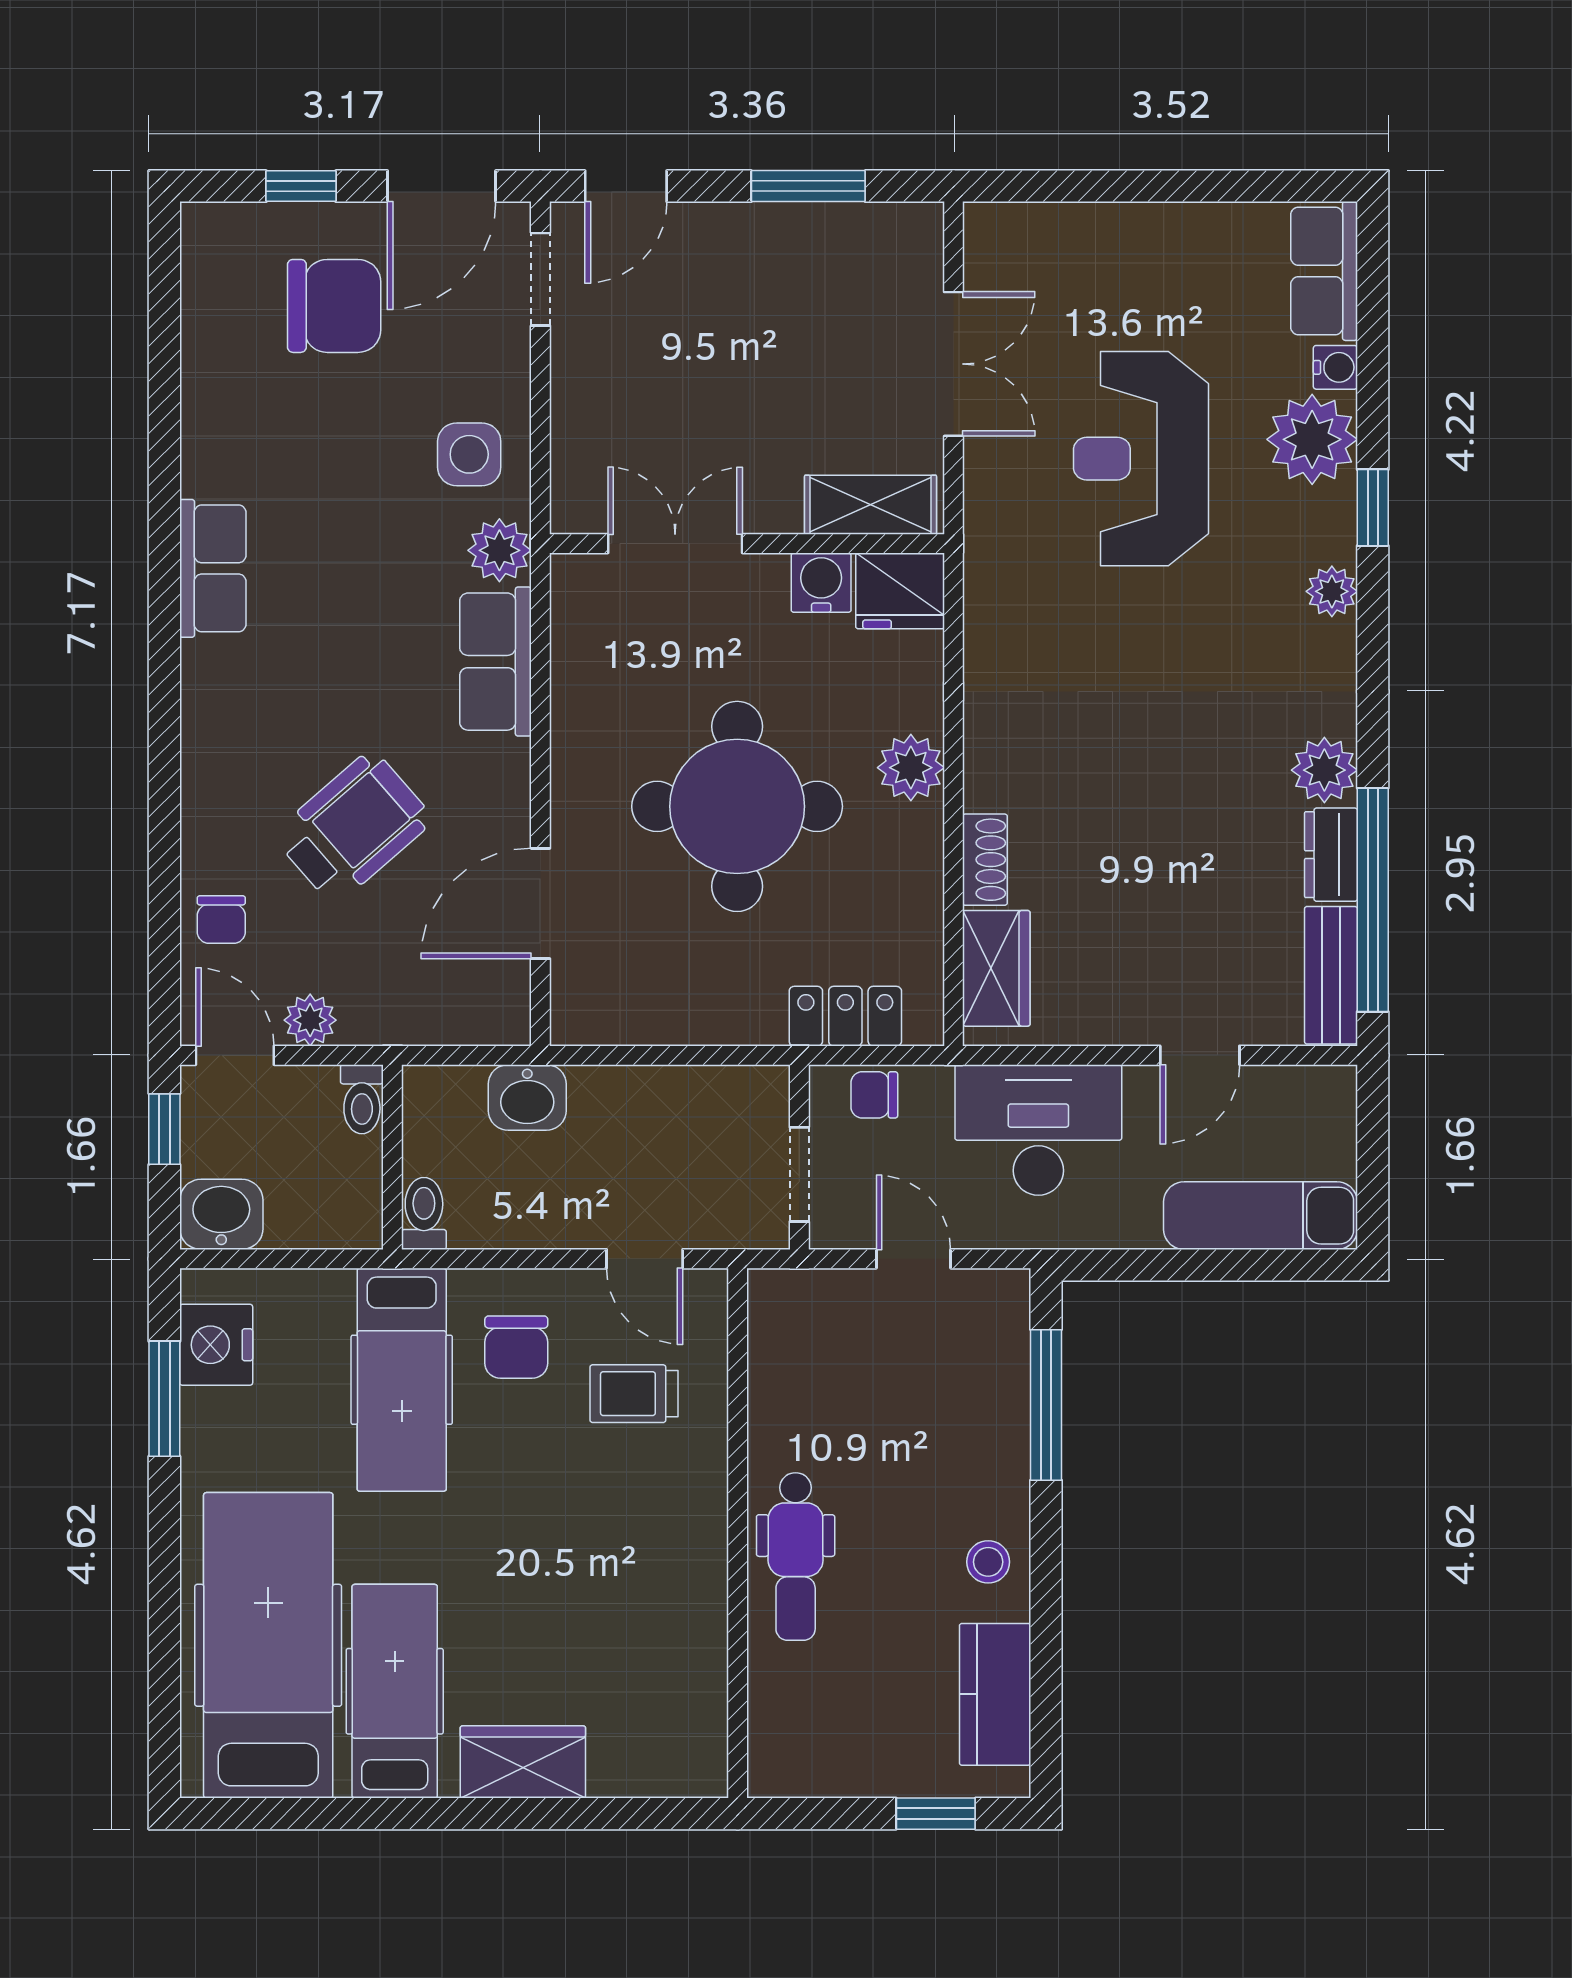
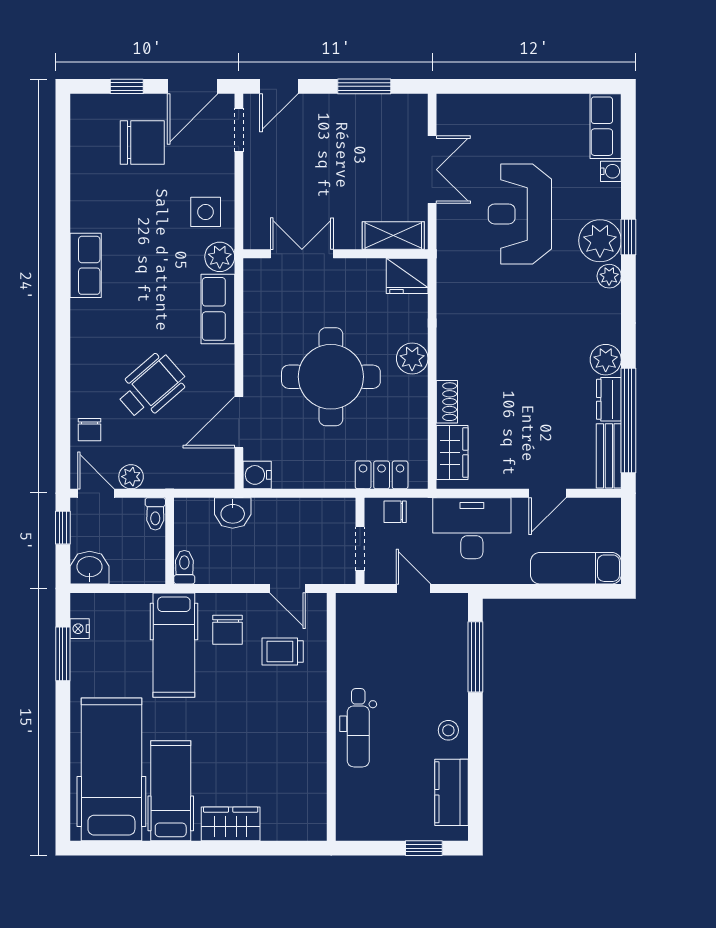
plant: (1312, 439) -> (600, 241), moved
water cooler: (821, 583) -> (257, 475), moved, turned -90
nightstand: (216, 1345) -> (80, 629), width x0.53, depth x0.56

